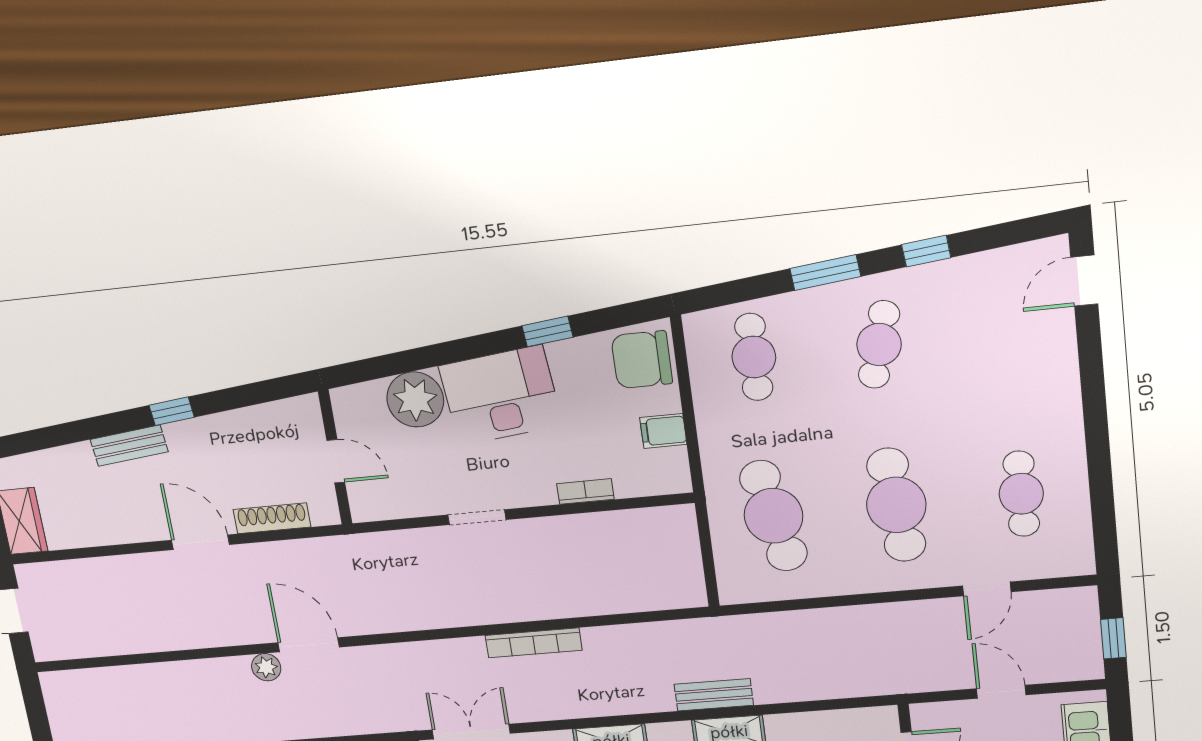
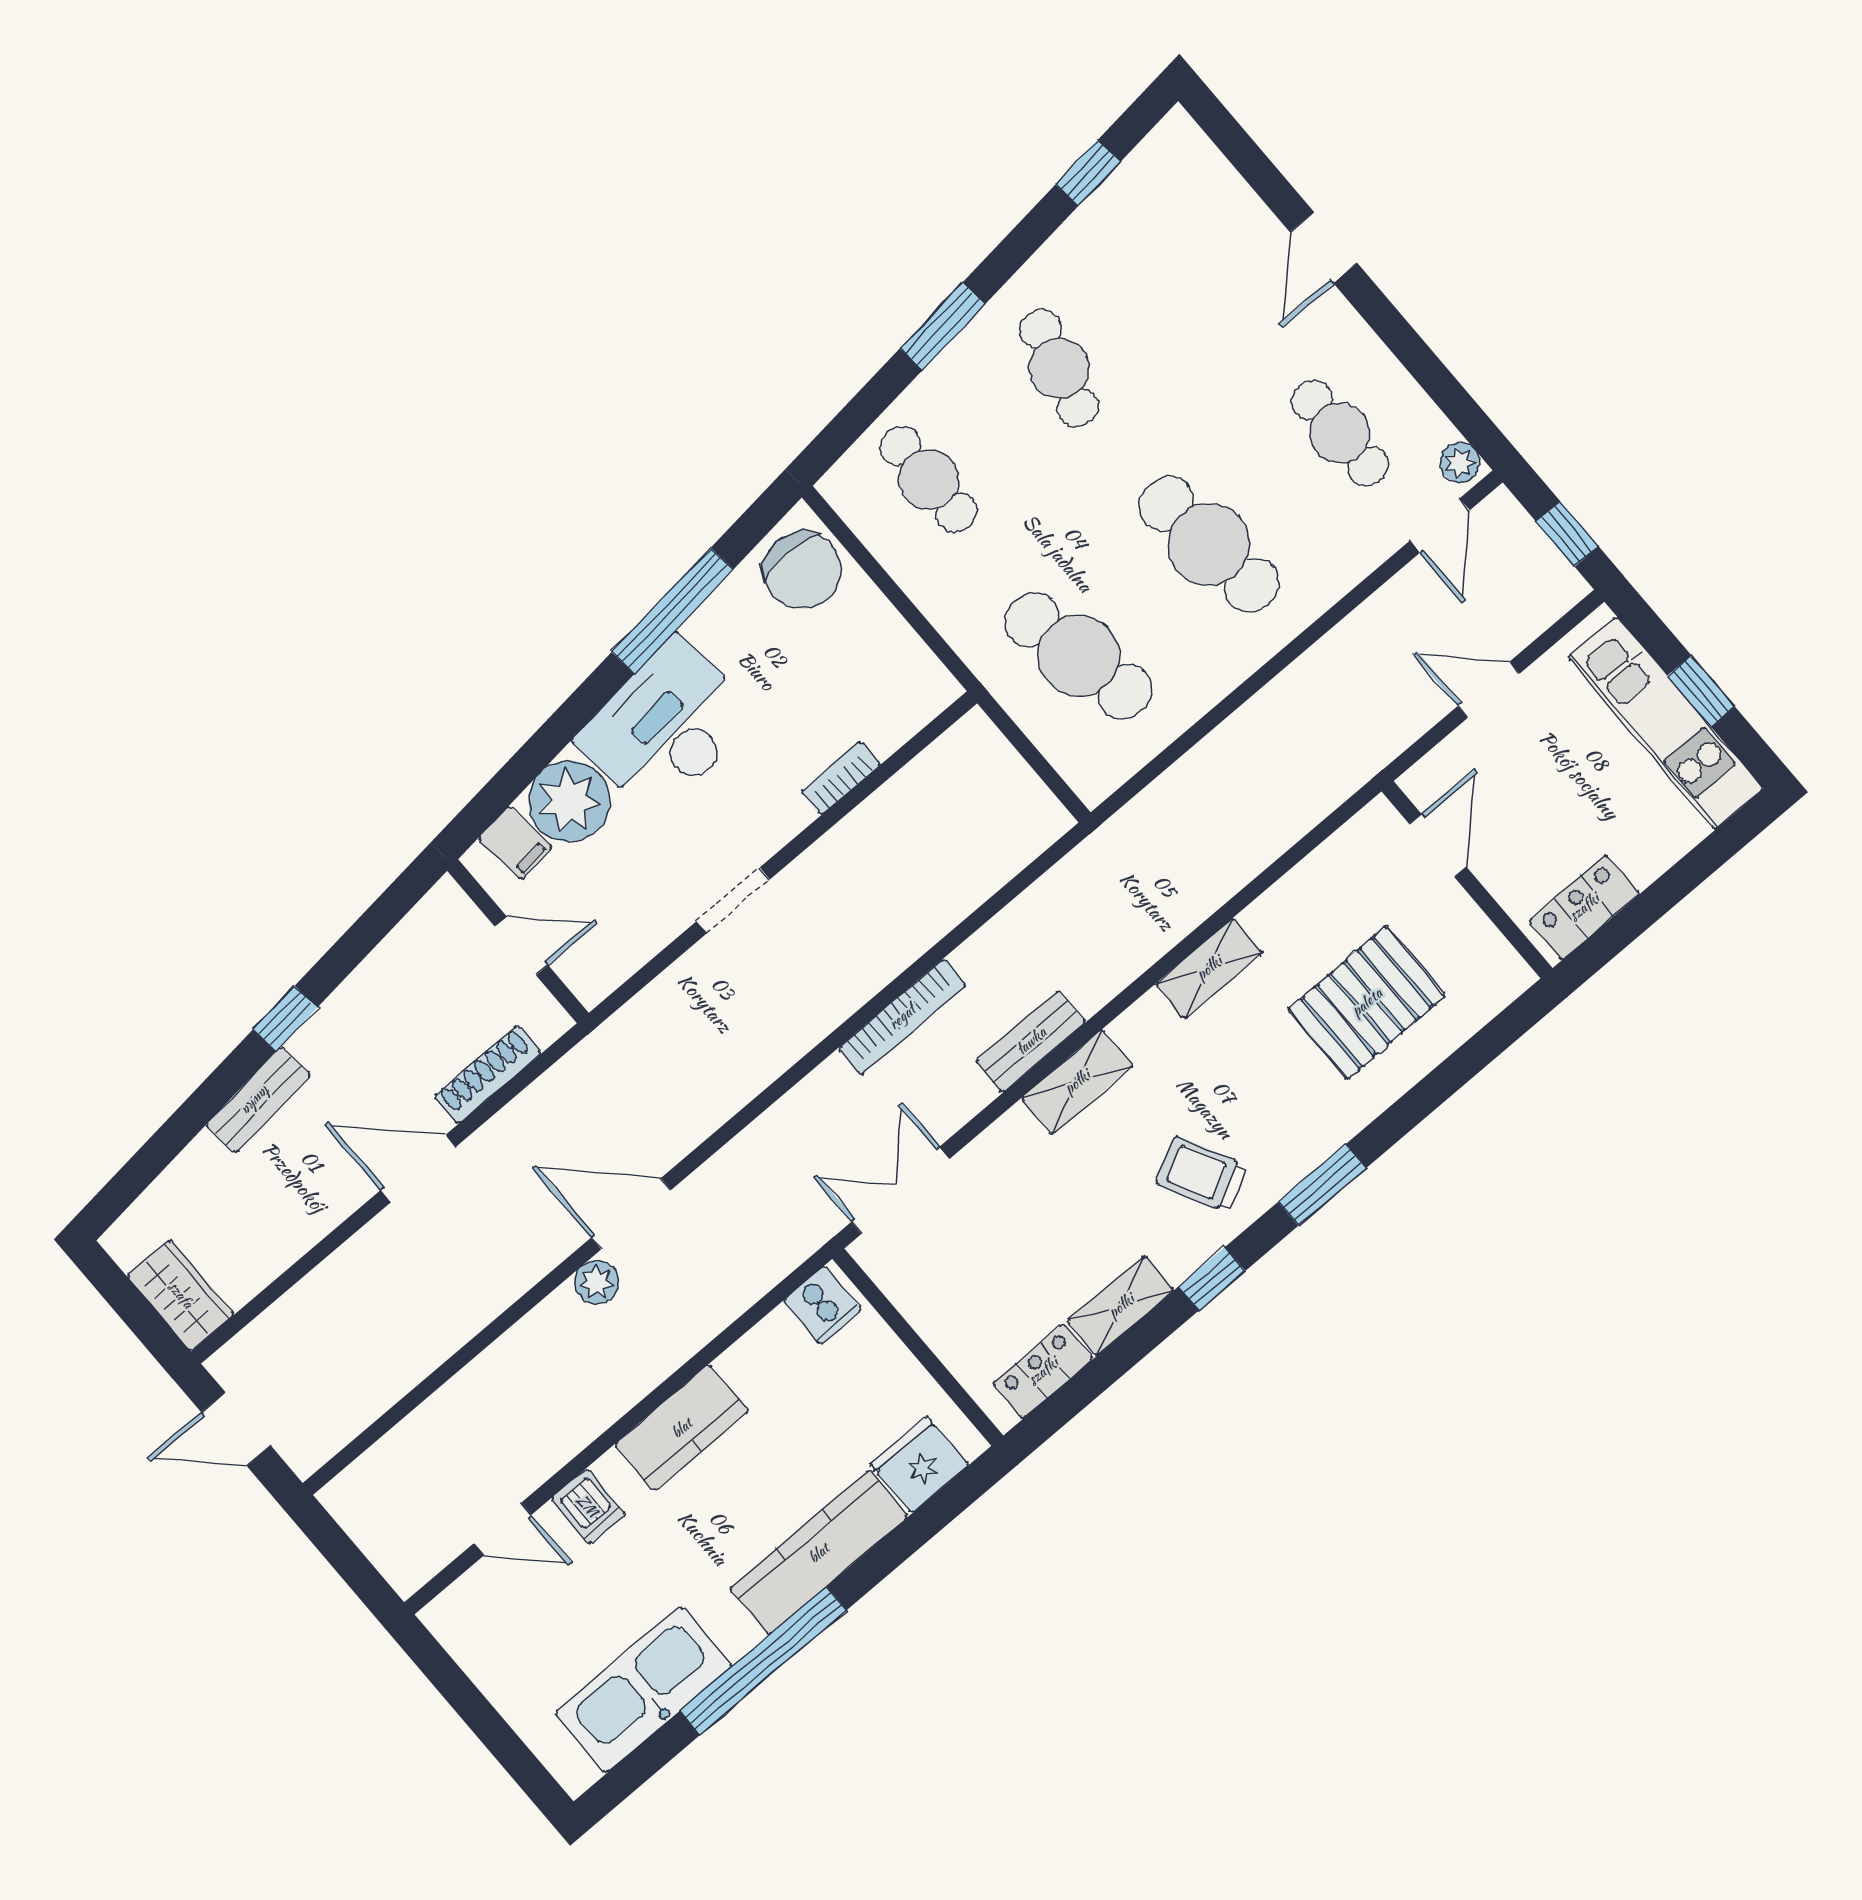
window: (926, 251) -> (1088, 173), moved
door: (1084, 281) -> (1324, 248), moved
window: (547, 331) -> (672, 611), width x2.17
chair: (642, 360) -> (803, 570), turned -90
filing cabinet: (663, 431) -> (515, 843), moved, turned -96
plant: (1080, 557) -> (1460, 463), added
door: (987, 589) -> (1440, 526), moved
bench: (714, 695) -> (1031, 1041), moved

